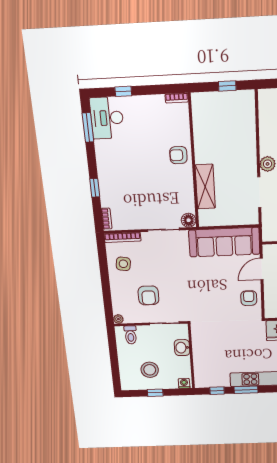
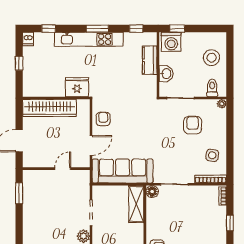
shelving: (205, 187) -> (136, 204), moved
armchair: (249, 298) -> (103, 119), turned 180
kitchen counter: (201, 360) -> (150, 60), added
stool: (150, 370) -> (211, 58), moved
washing machine: (184, 383) -> (171, 42), width x1.89, depth x1.89
window: (246, 390) -> (97, 29), moved
window: (155, 393) -> (177, 29), moved

